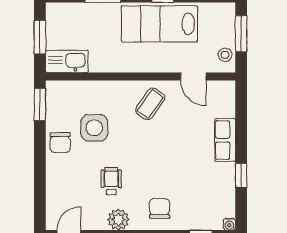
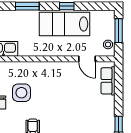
coffee table: (150, 104) -> (58, 77), removed
row of seats: (225, 140) -> (108, 81), moved

